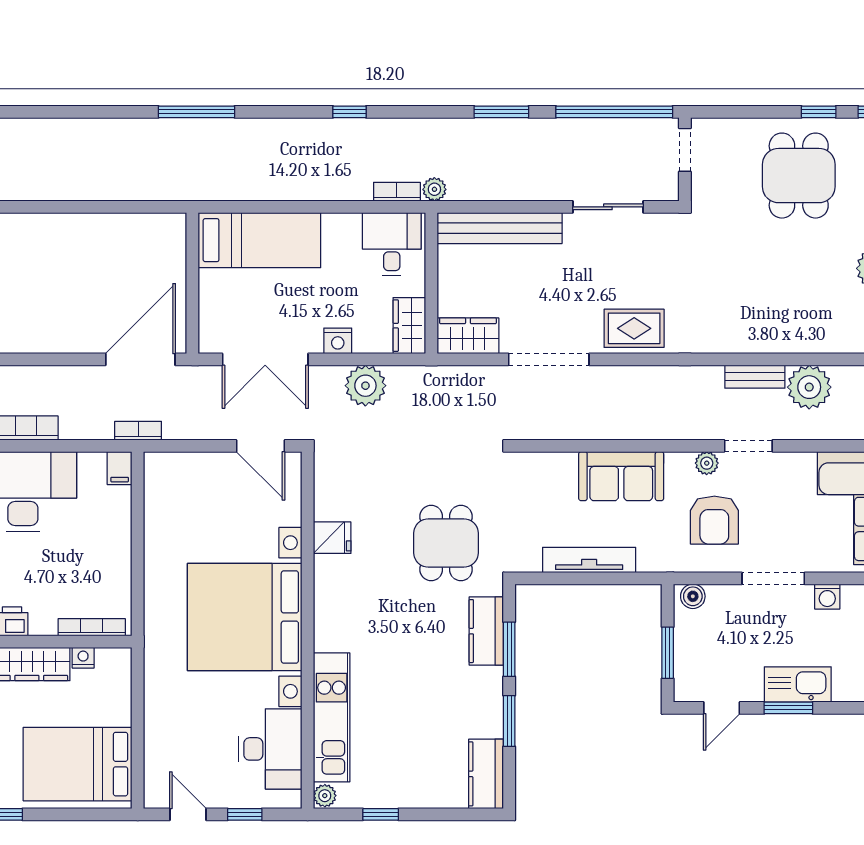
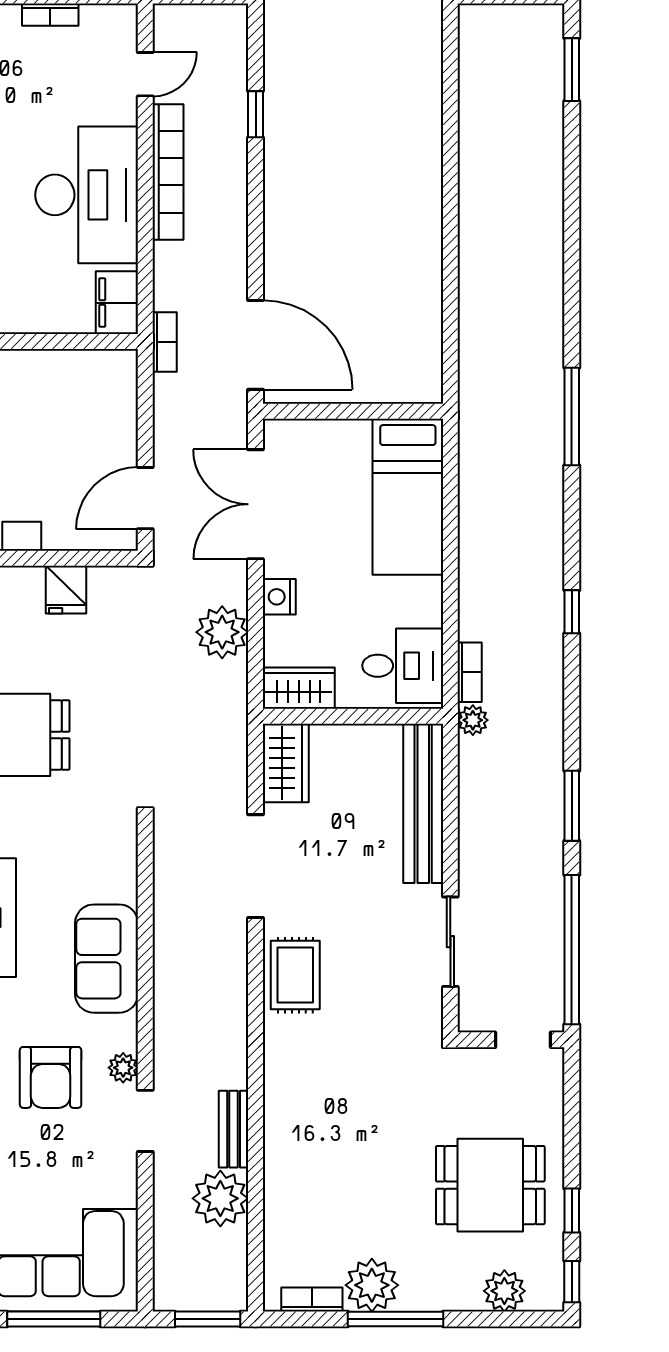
filing cabinet: (120, 468) -> (117, 303), width x2.00
armchair: (714, 520) -> (51, 1077), turned -90
fridge: (332, 538) -> (66, 590), moved

